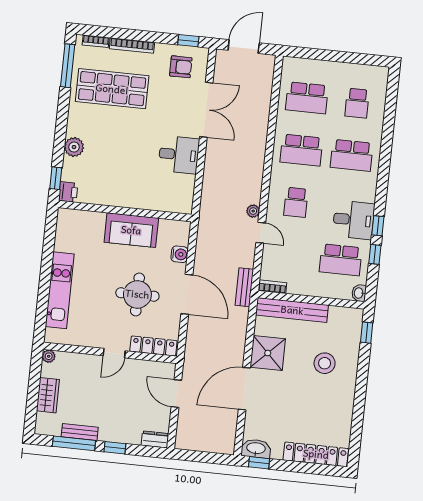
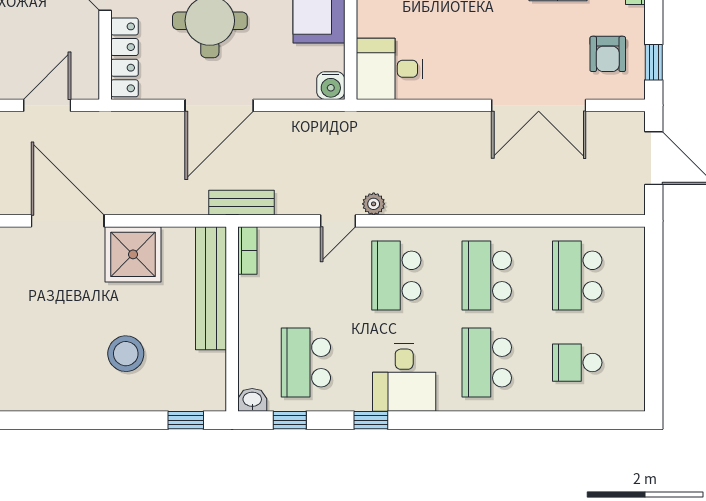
desk: (179, 155) -> (390, 69), moved, turned 90
school desk: (296, 202) -> (396, 276), width x1.85
desk: (354, 220) -> (404, 378), moved
water cooler: (180, 254) -> (331, 86), moved
window: (375, 254) -> (290, 420), moved

